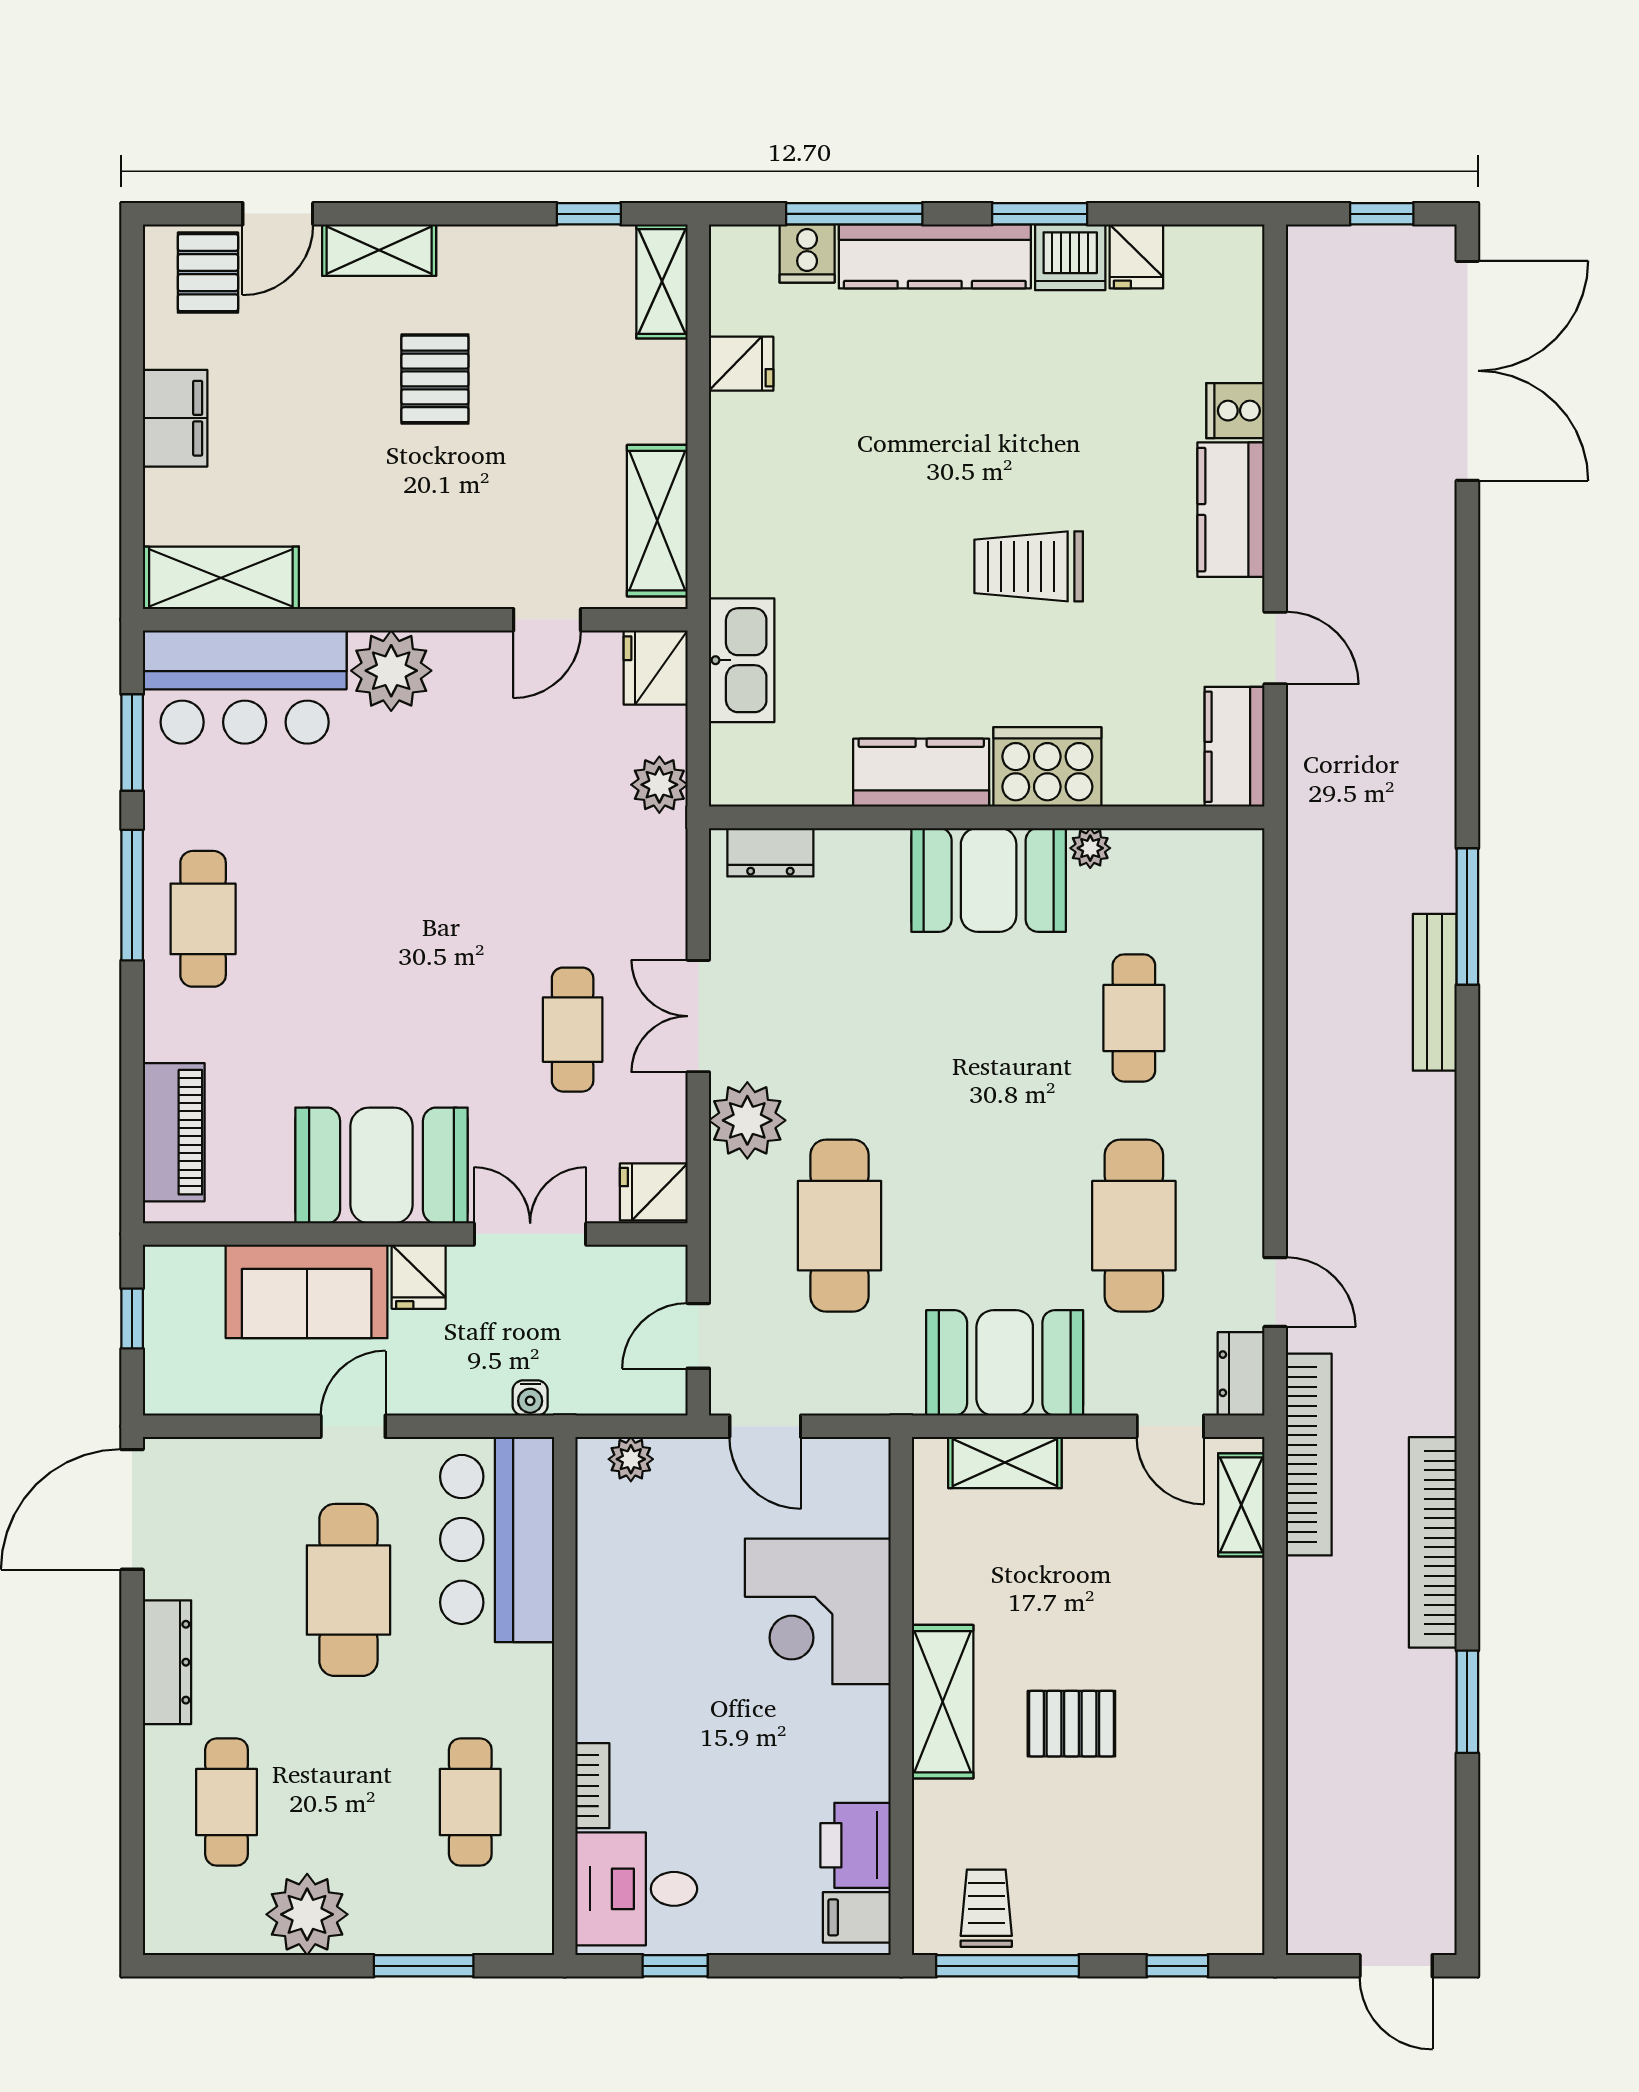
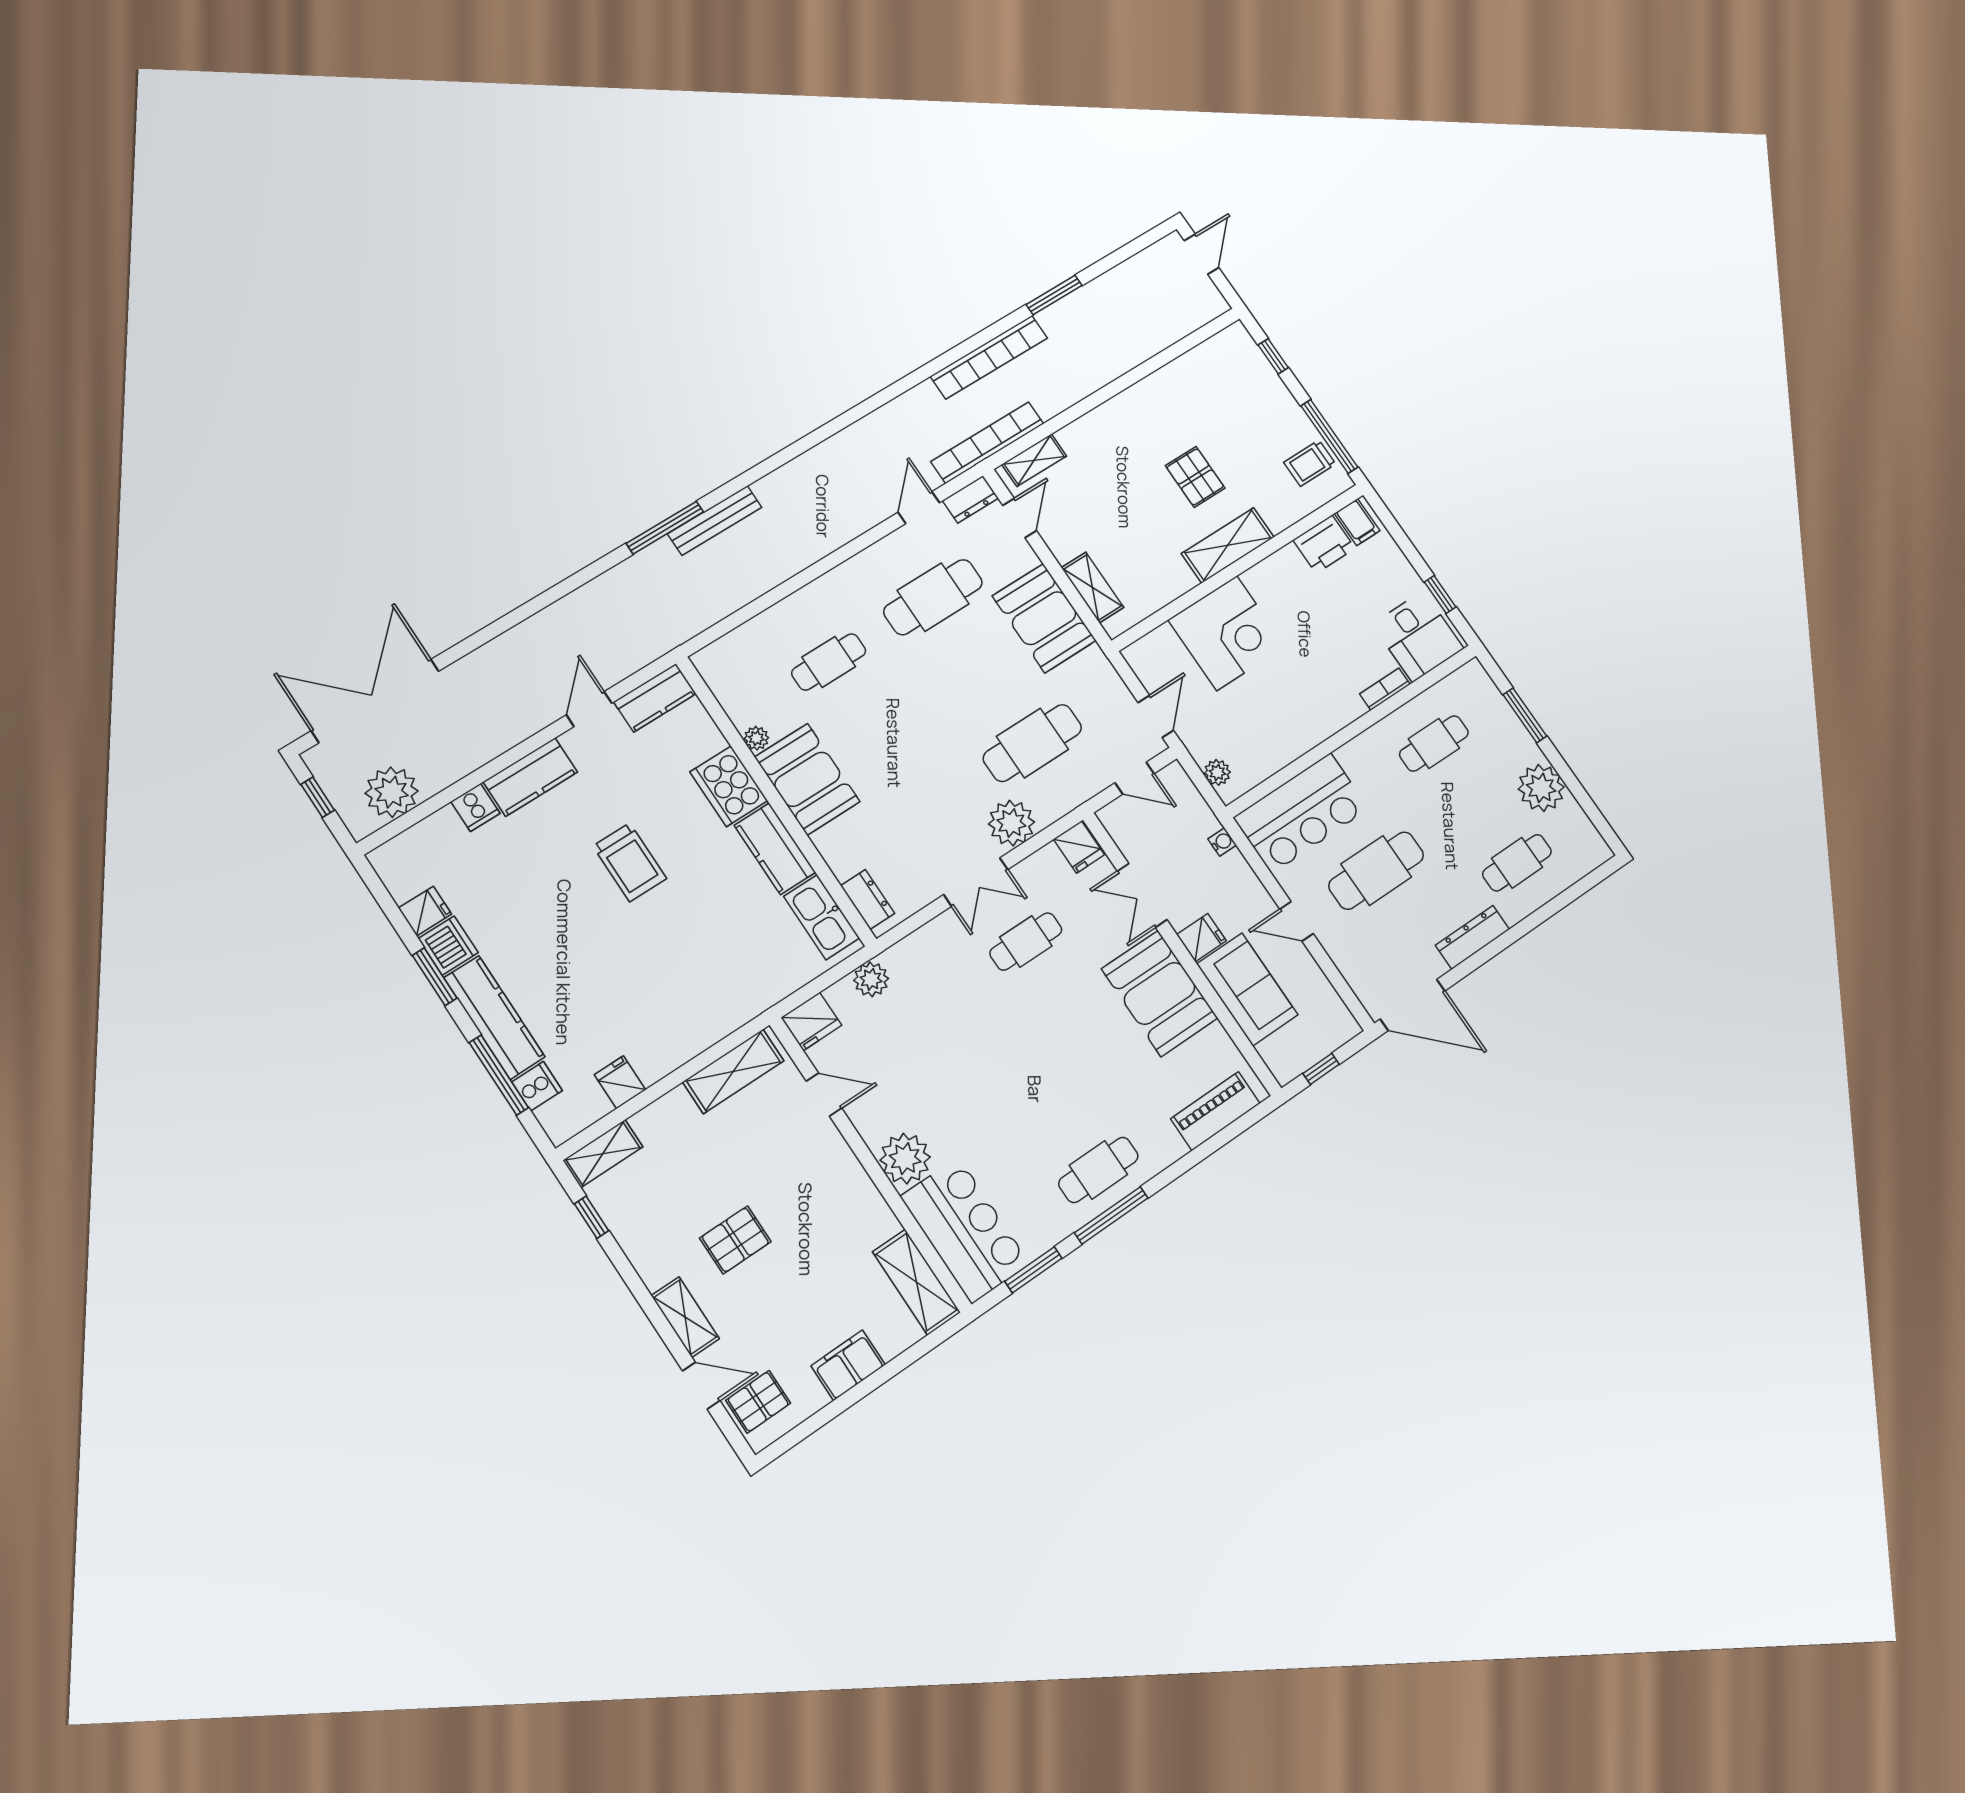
plant: (1327, 314) -> (392, 792), added
kitchen sink: (742, 660) -> (822, 917), moved, turned -90

